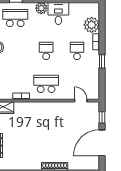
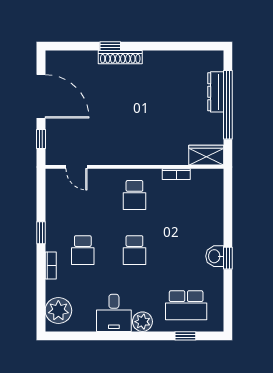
plant: (92, 25) -> (58, 311), moved
school desk: (46, 84) -> (134, 195), width x0.54
door: (102, 143) -> (41, 96), hinge flipped

